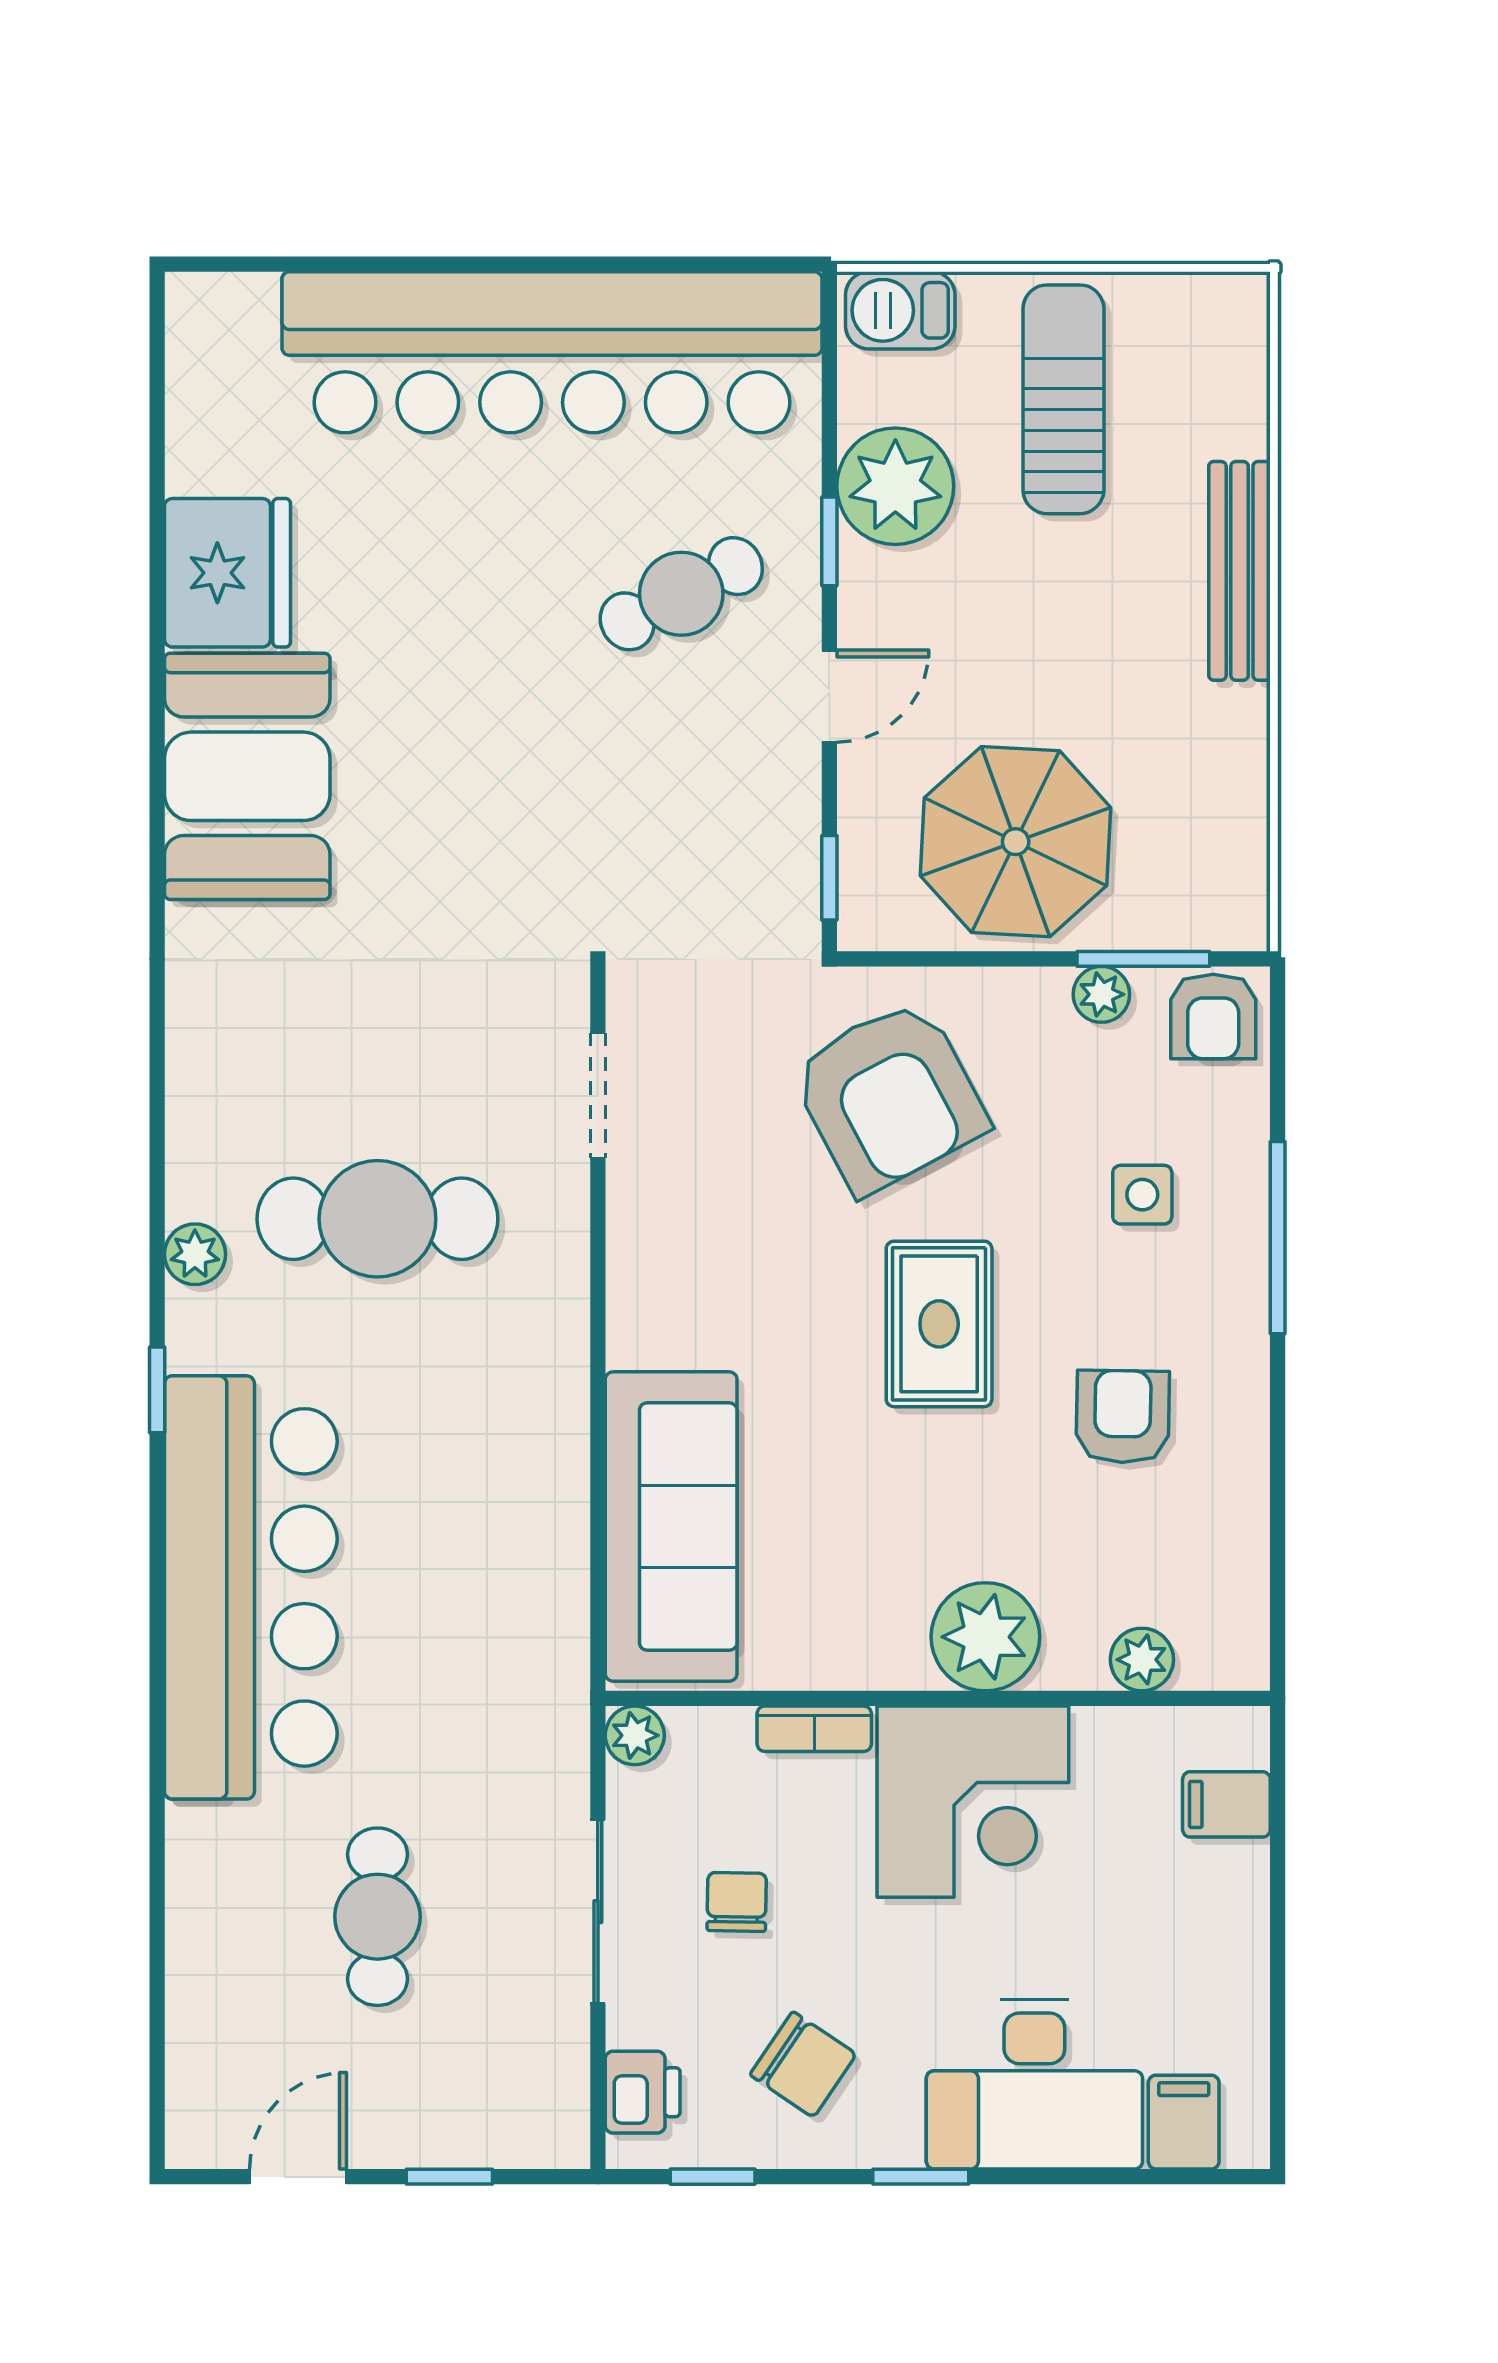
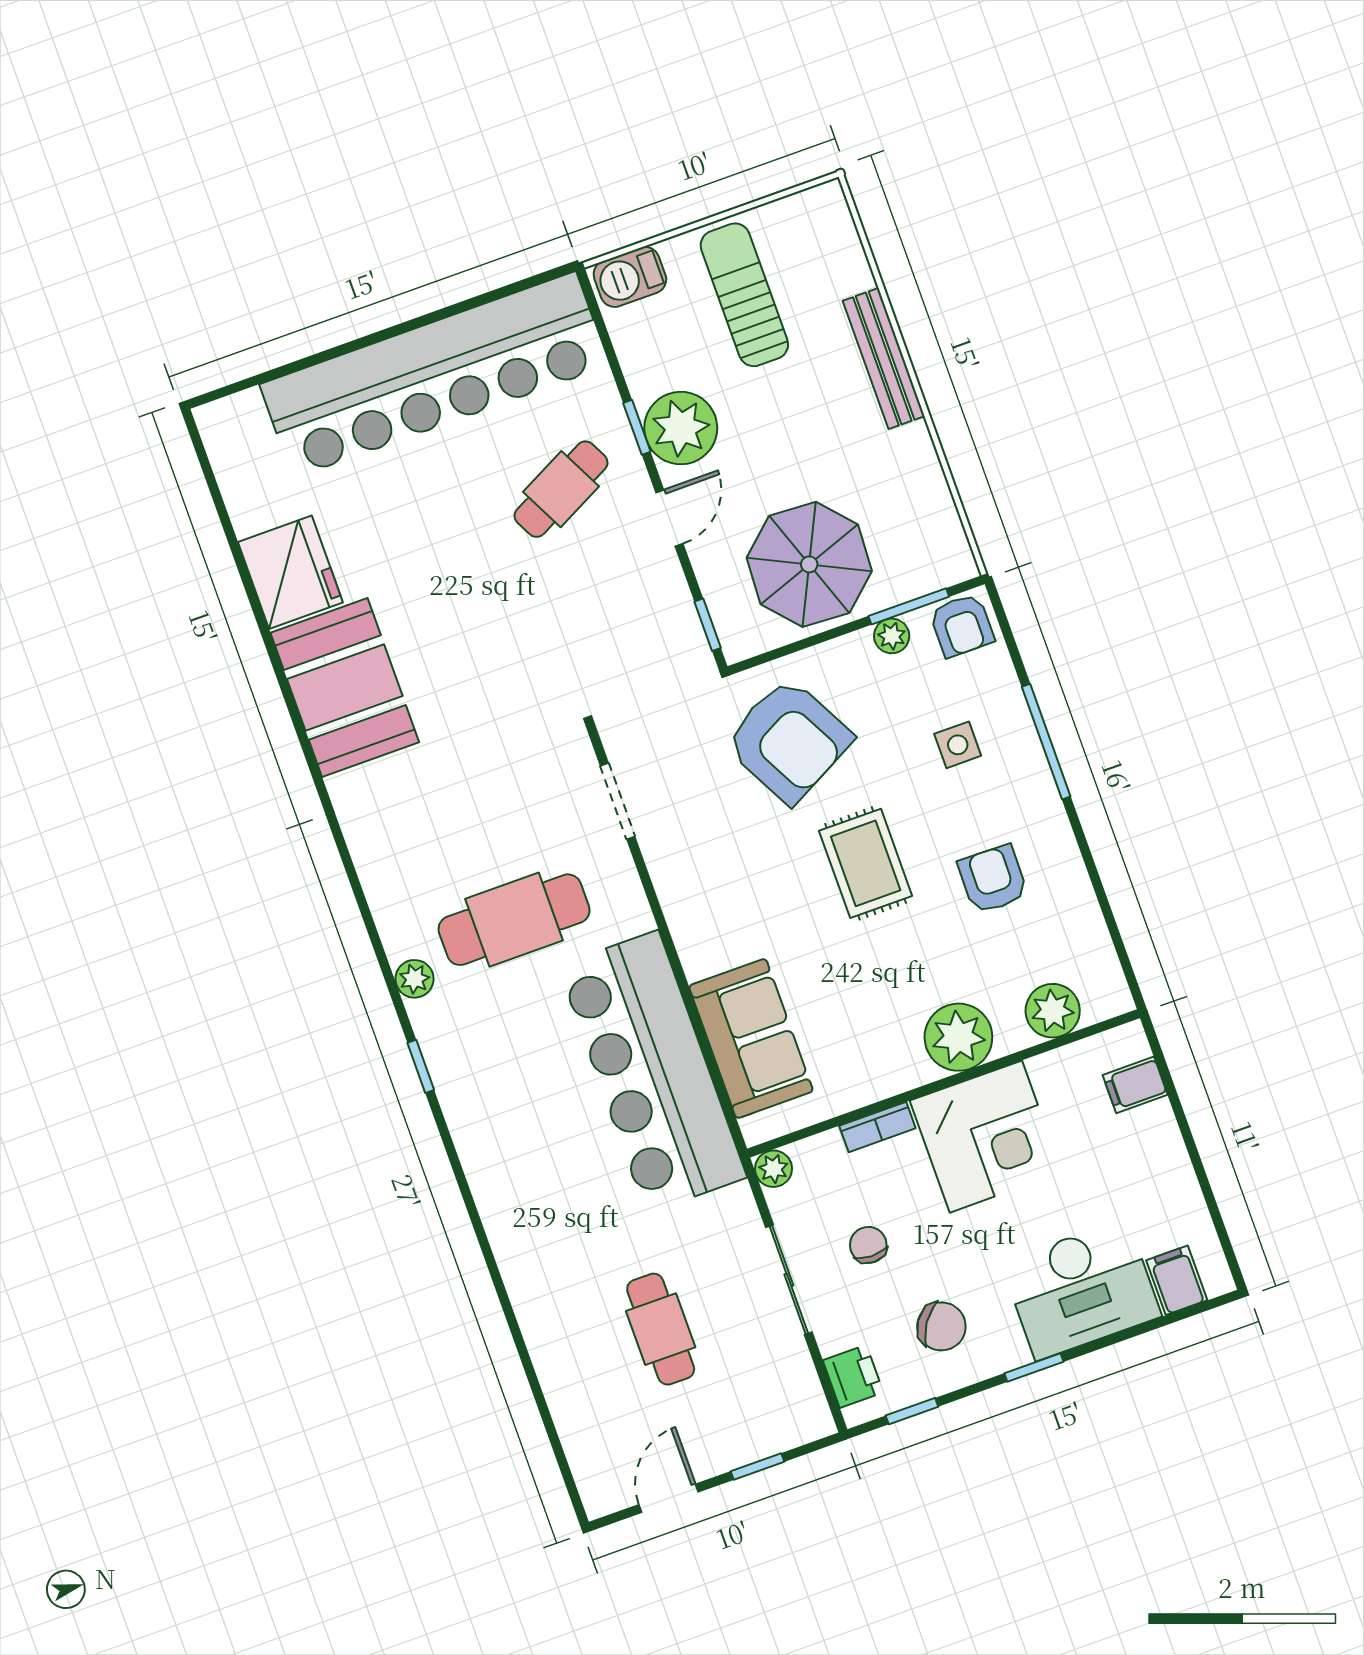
plant: (895, 486) -> (681, 428), moved
sofa: (671, 1526) -> (751, 1039), width x0.73
bar counter: (251, 1587) -> (652, 1072), moved, turned 180
plant: (1142, 1660) -> (1053, 1011), width x1.38, depth x1.38

